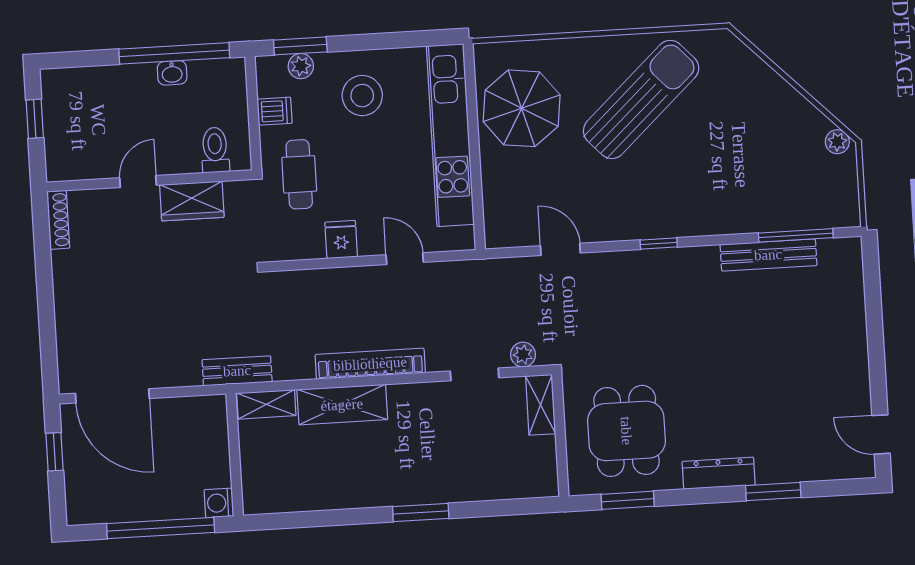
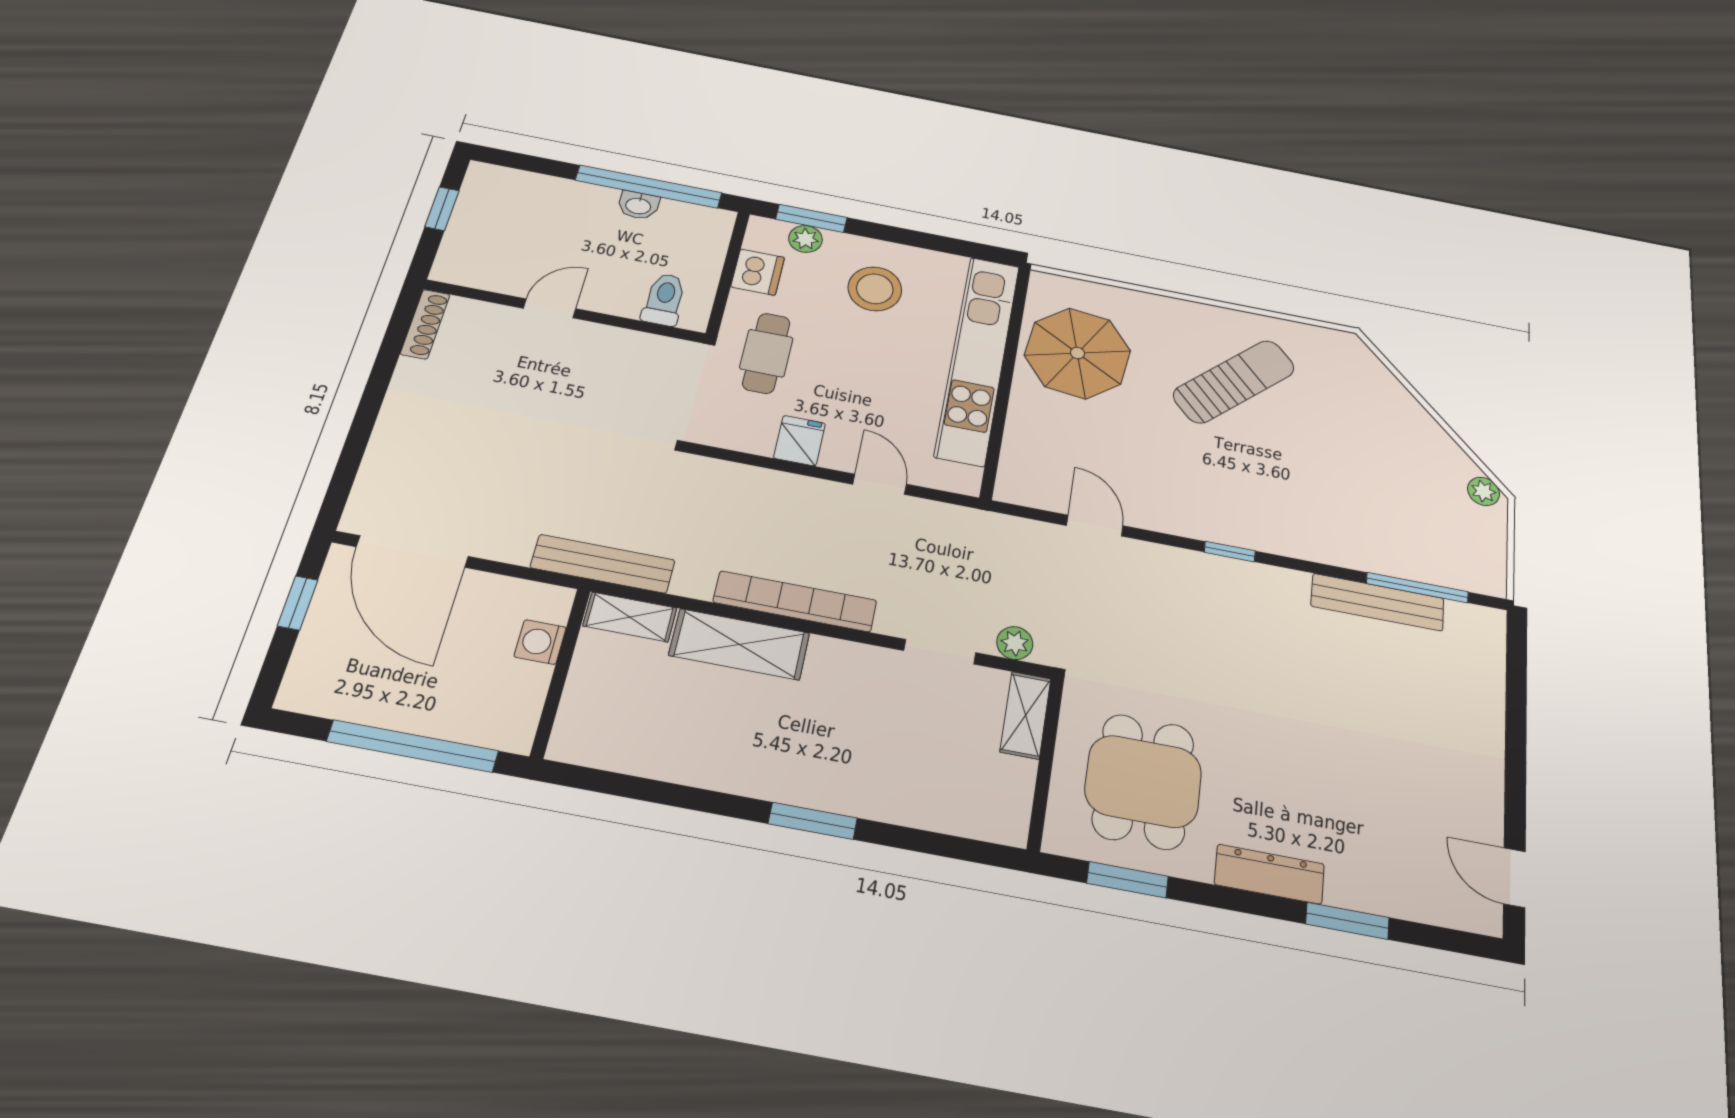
sun lounger: (641, 99) -> (1234, 382), width x0.73, depth x0.75
dishwasher: (275, 111) -> (758, 272), width x1.38
wardrobe: (192, 201) -> (613, 347), removed
bench: (237, 371) -> (603, 564), width x1.36
washing machine: (219, 503) -> (540, 642), moved

